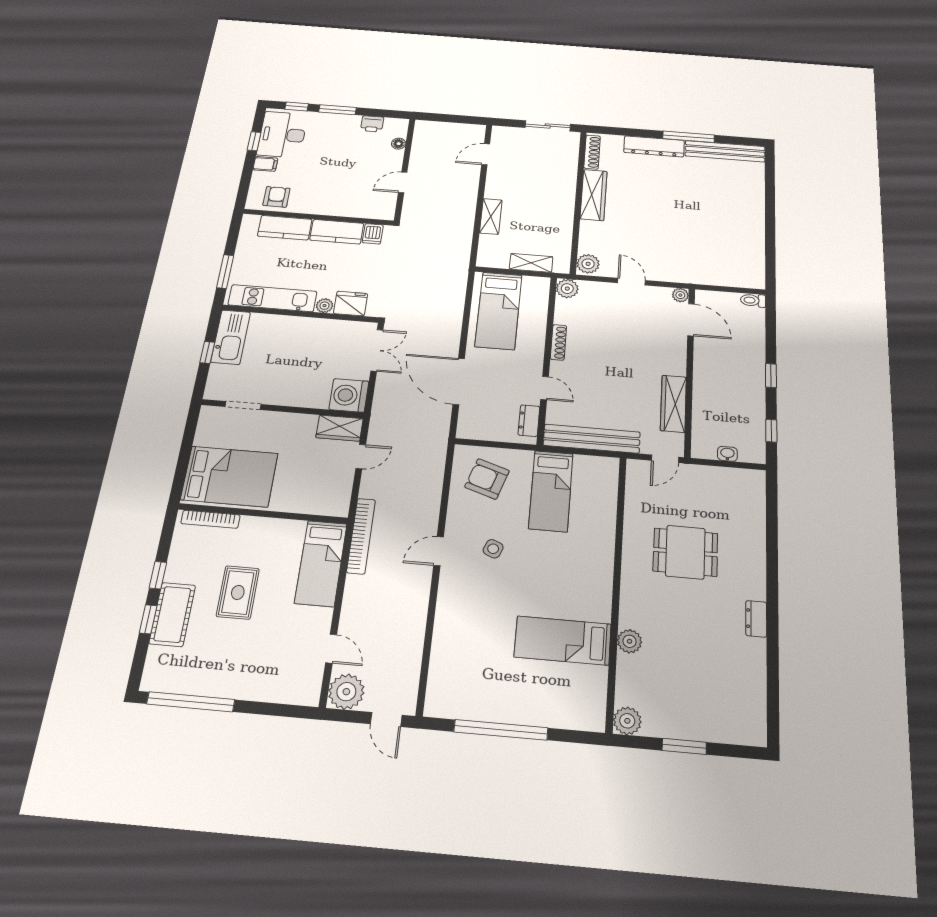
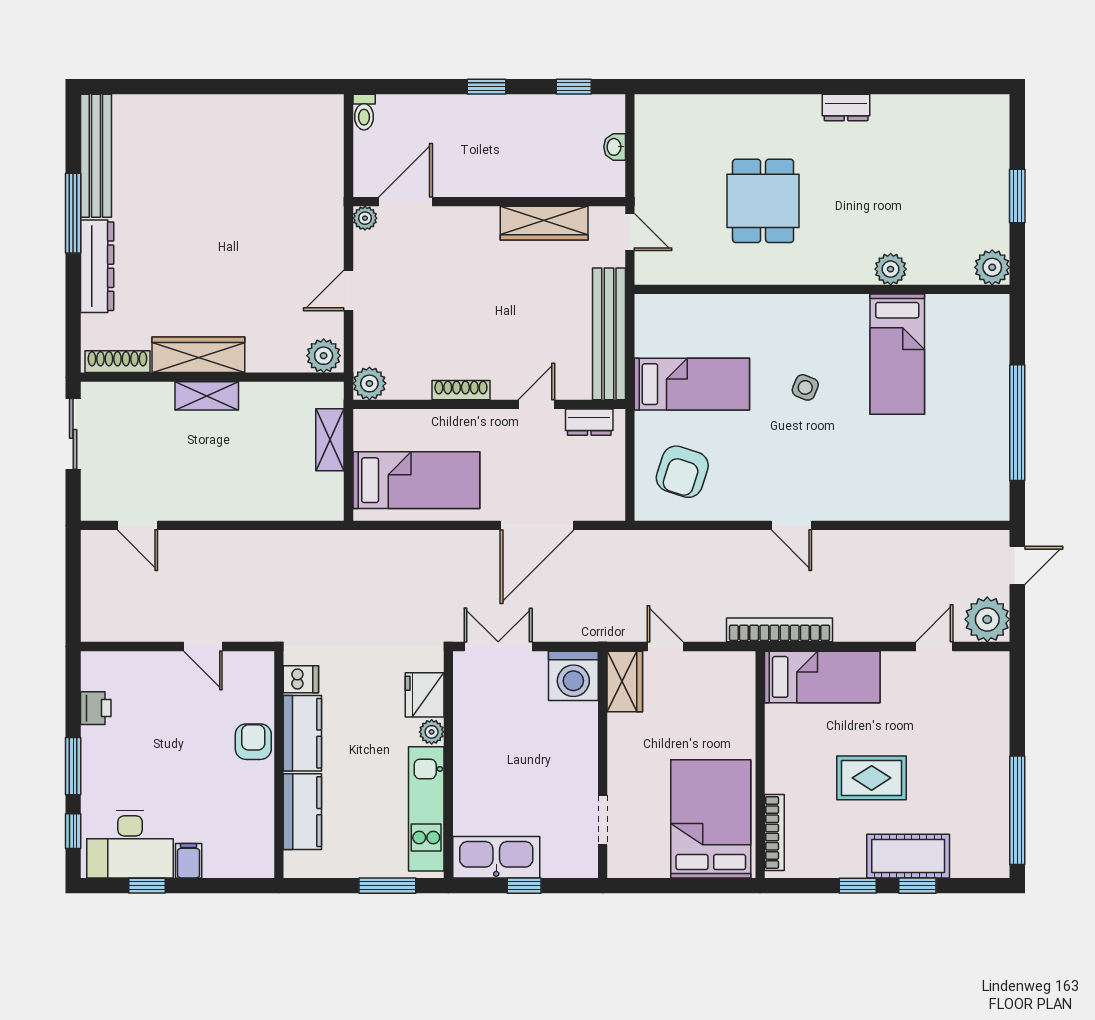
floor lamp: (399, 144) -> (130, 662), removed
armchair: (276, 197) -> (253, 742), moved, turned 90
shelving: (491, 216) -> (207, 396), moved
side table: (493, 549) -> (805, 387), moved

